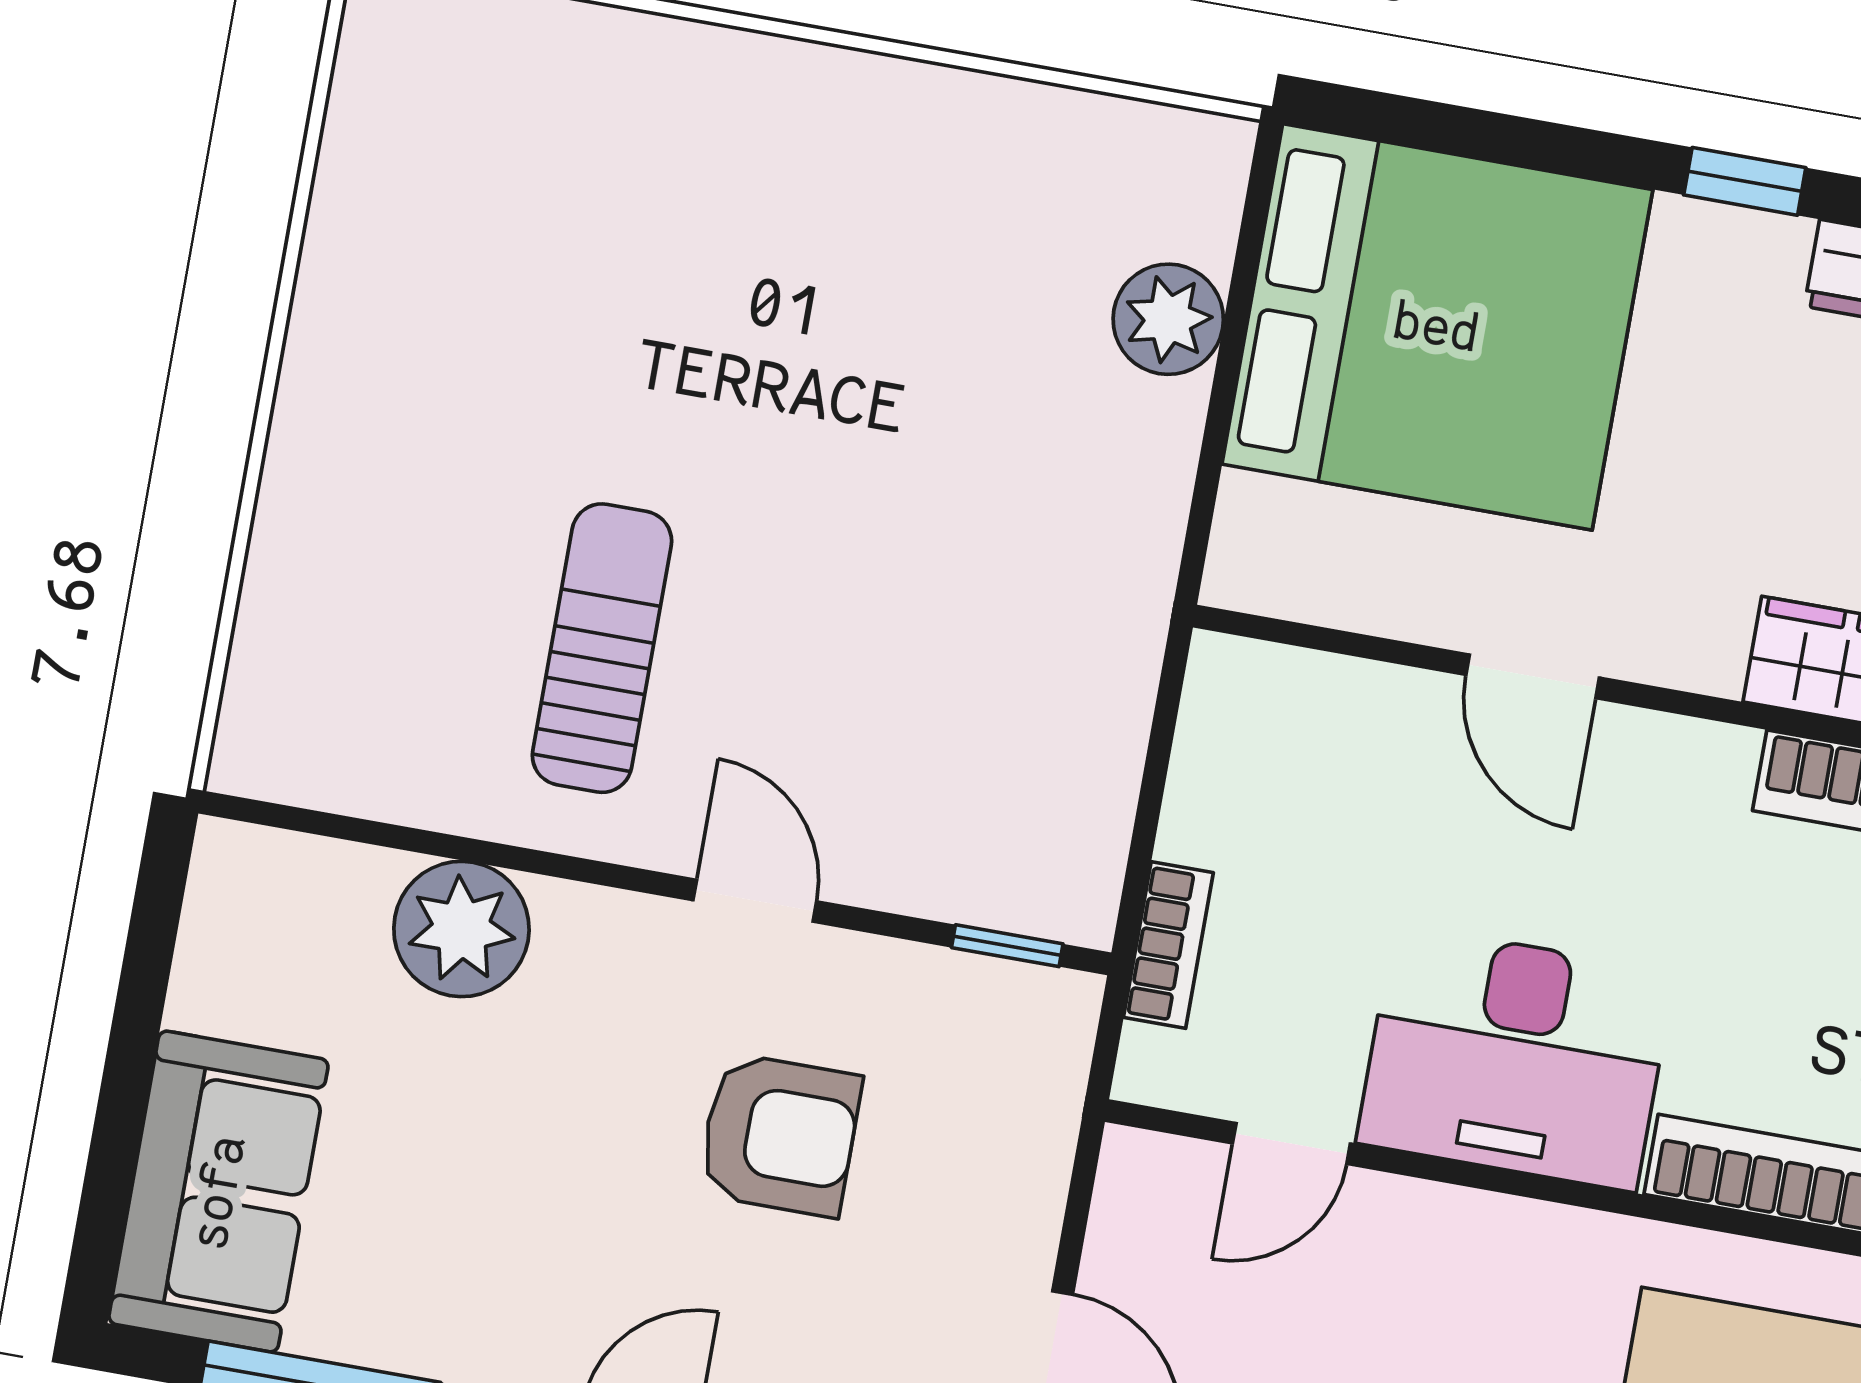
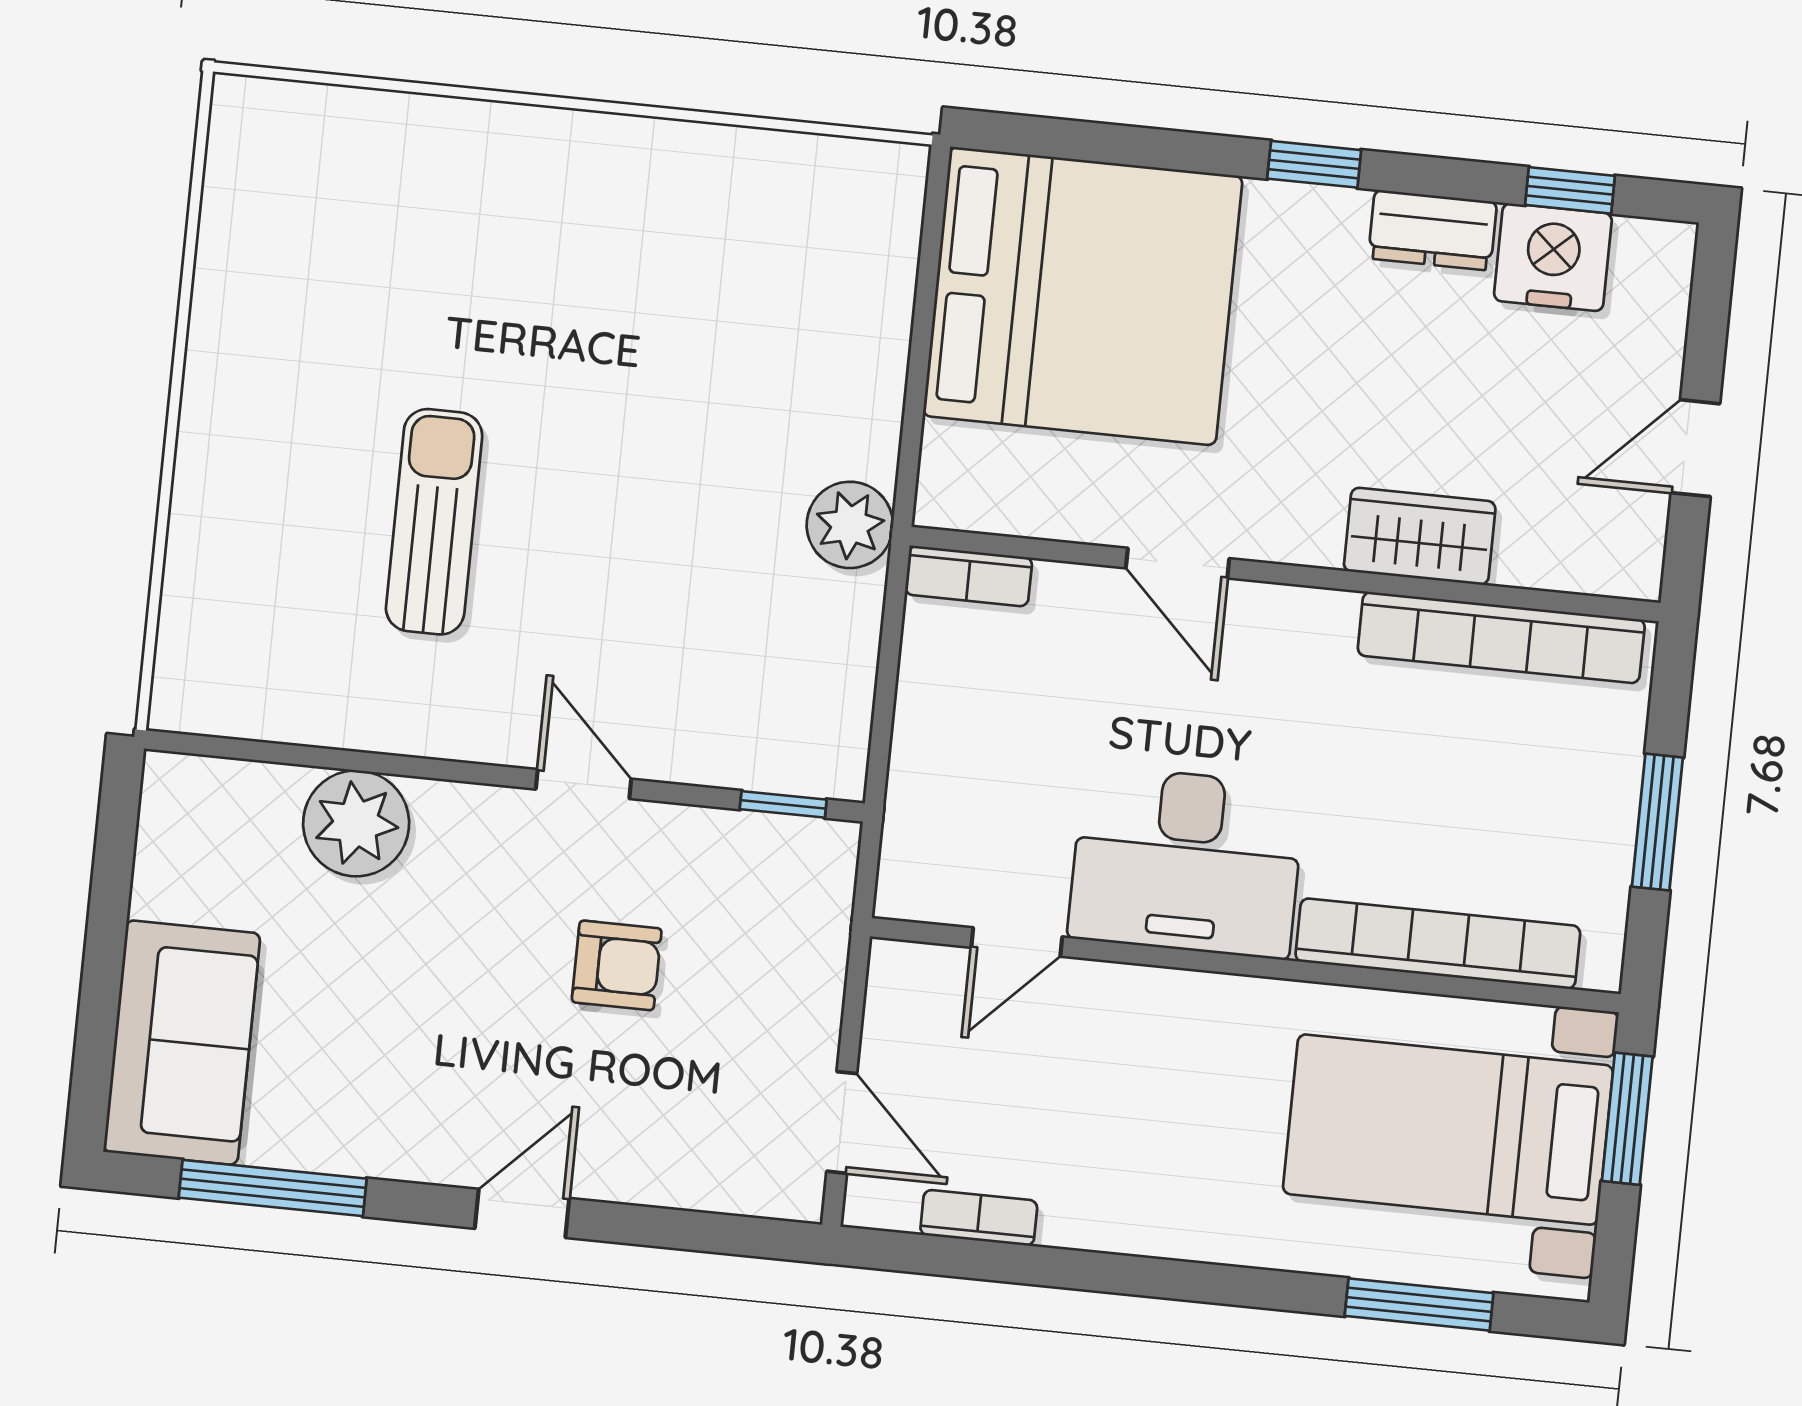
plant: (1168, 319) -> (850, 525), moved
sun lounger: (602, 648) -> (434, 522), moved
bookcase: (1168, 945) -> (969, 576), moved, turned 90
armchair: (780, 1135) -> (617, 965), width x0.72, depth x0.72

